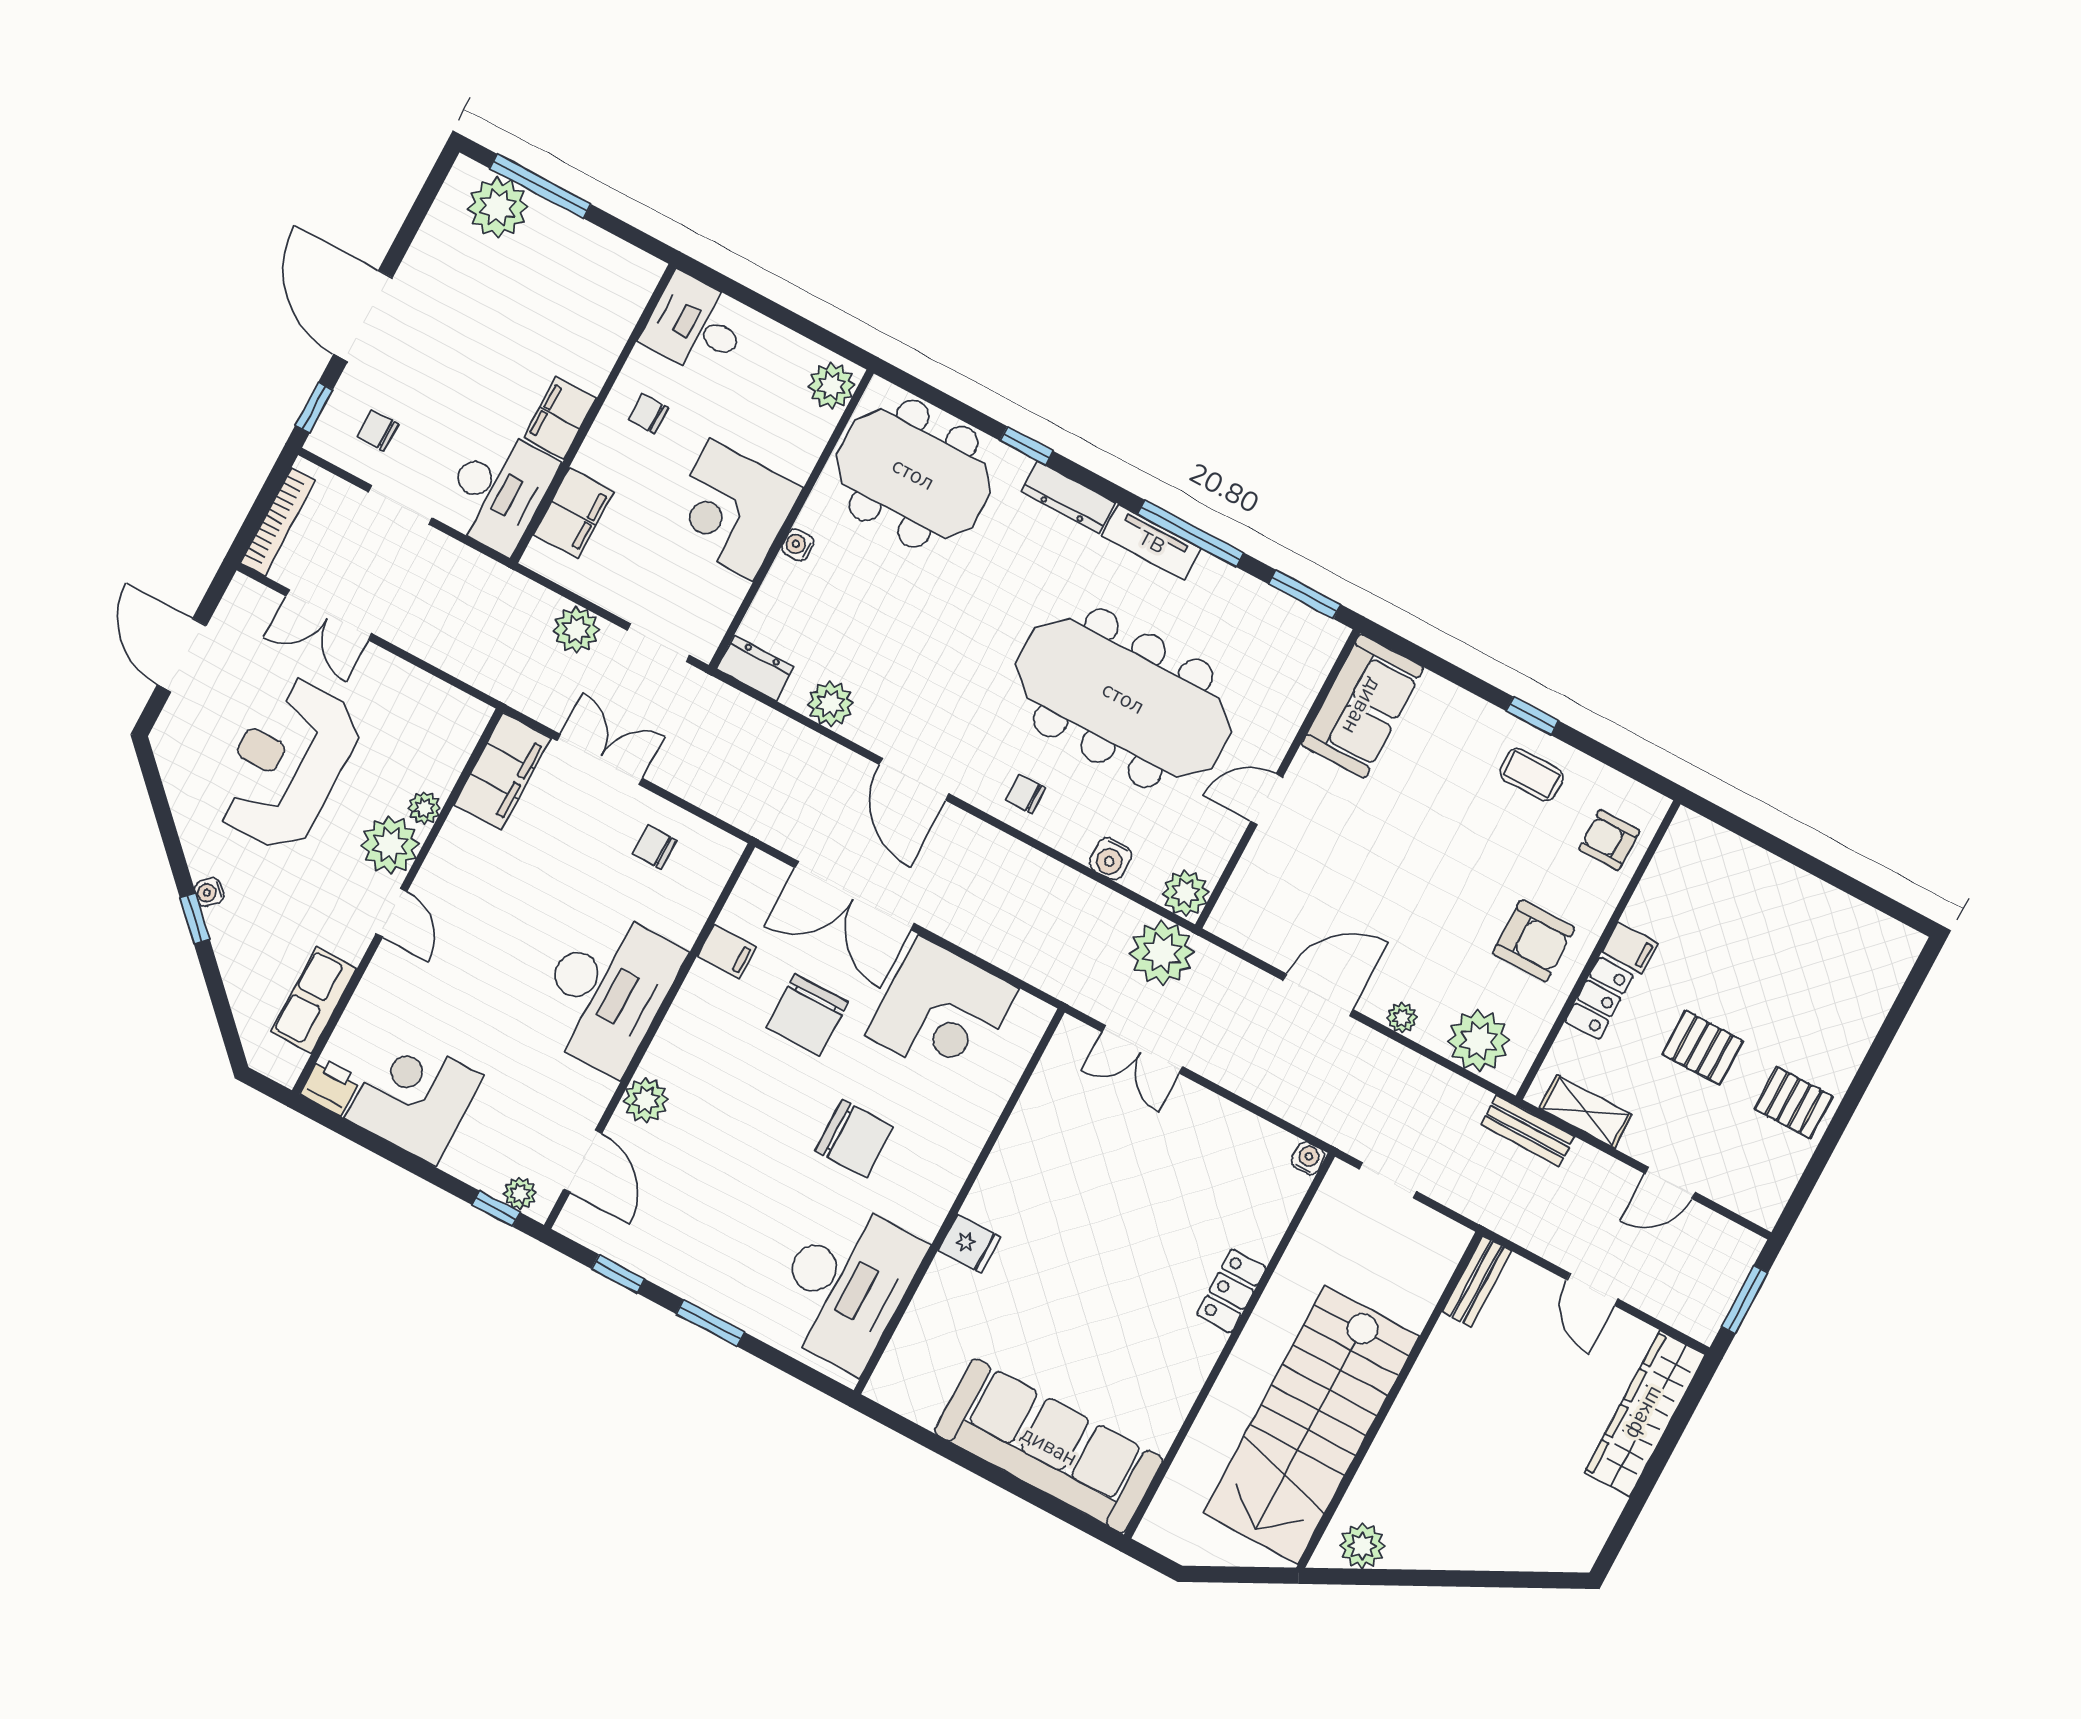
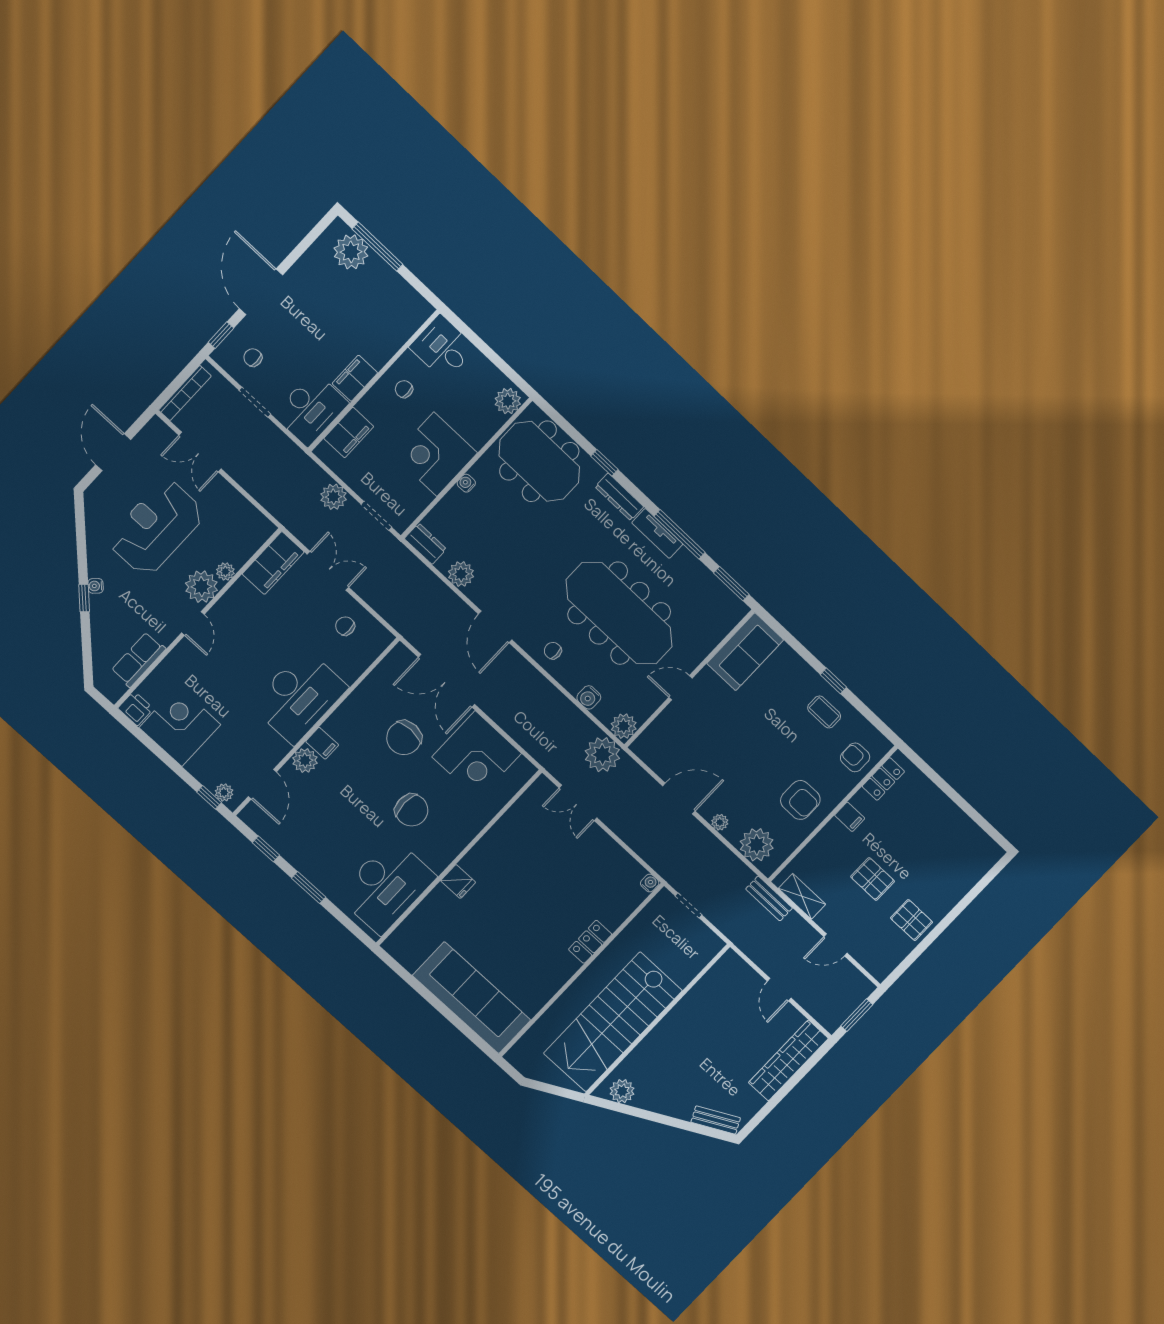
filing cabinet: (727, 952) -> (322, 743), moved
locker: (1599, 998) -> (883, 779), moved
bench: (1477, 1282) -> (716, 1120), moved, turned 63

